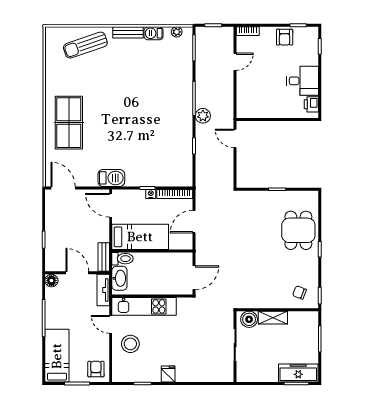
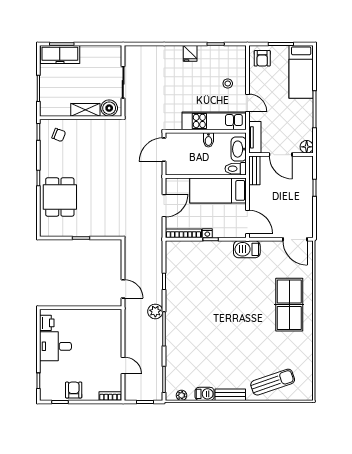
door: (235, 62) -> (123, 366), swing flipped
bidet: (150, 287) -> (208, 140), added
stool: (130, 344) -> (228, 84), width x0.53, depth x0.53

